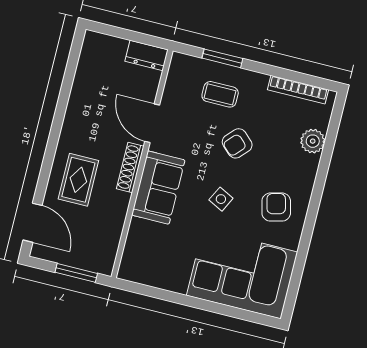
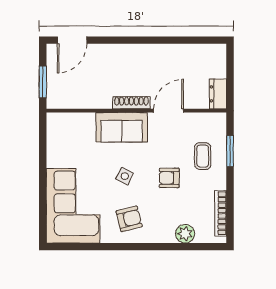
armchair: (237, 143) -> (169, 178), turned -43
rug: (78, 180) -> (113, 66), removed

